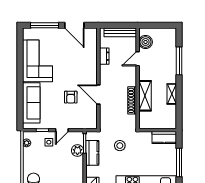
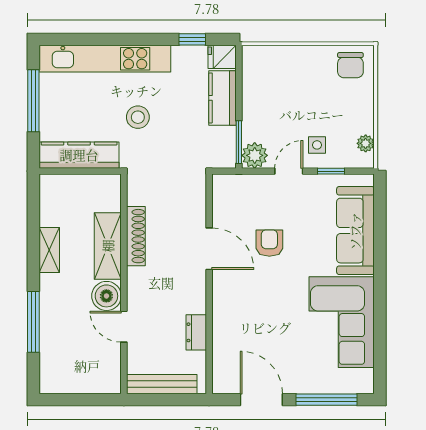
boiler: (146, 42) -> (106, 296), moved
door: (138, 59) -> (124, 327), swing flipped
kitchen counter: (164, 138) -> (79, 155), width x1.50
stool: (120, 146) -> (138, 117), moved
plant: (77, 150) -> (255, 155), moved
kitchen counter: (92, 153) -> (223, 98), moved

